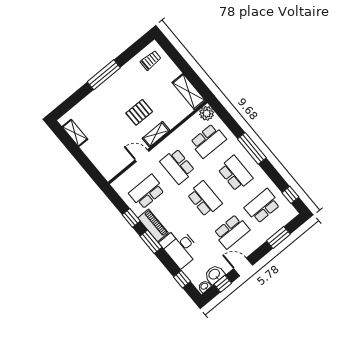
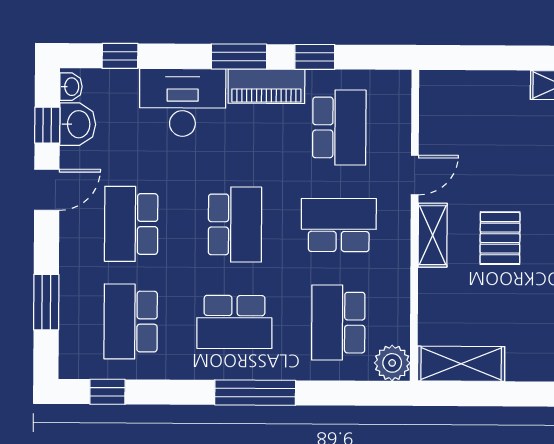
school desk: (205, 199) -> (235, 224), turned -90
school desk: (262, 206) -> (131, 321), turned 180

